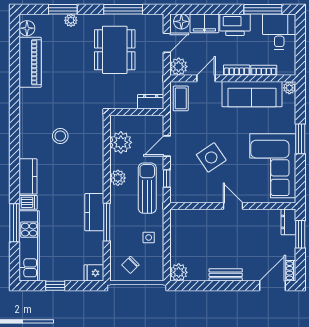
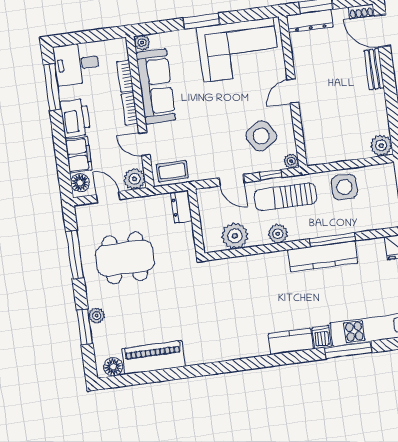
stool: (60, 136) -> (237, 309), removed
side table: (211, 157) -> (261, 136), moved
plant: (176, 197) -> (291, 161), added
kitchen counter: (94, 212) -> (323, 256), width x1.50
dresser: (288, 222) -> (310, 21), width x1.44
side table: (149, 237) -> (344, 187), width x1.87, depth x1.87
chair: (130, 265) -> (380, 204), removed
bench: (226, 275) -> (374, 69), moved

